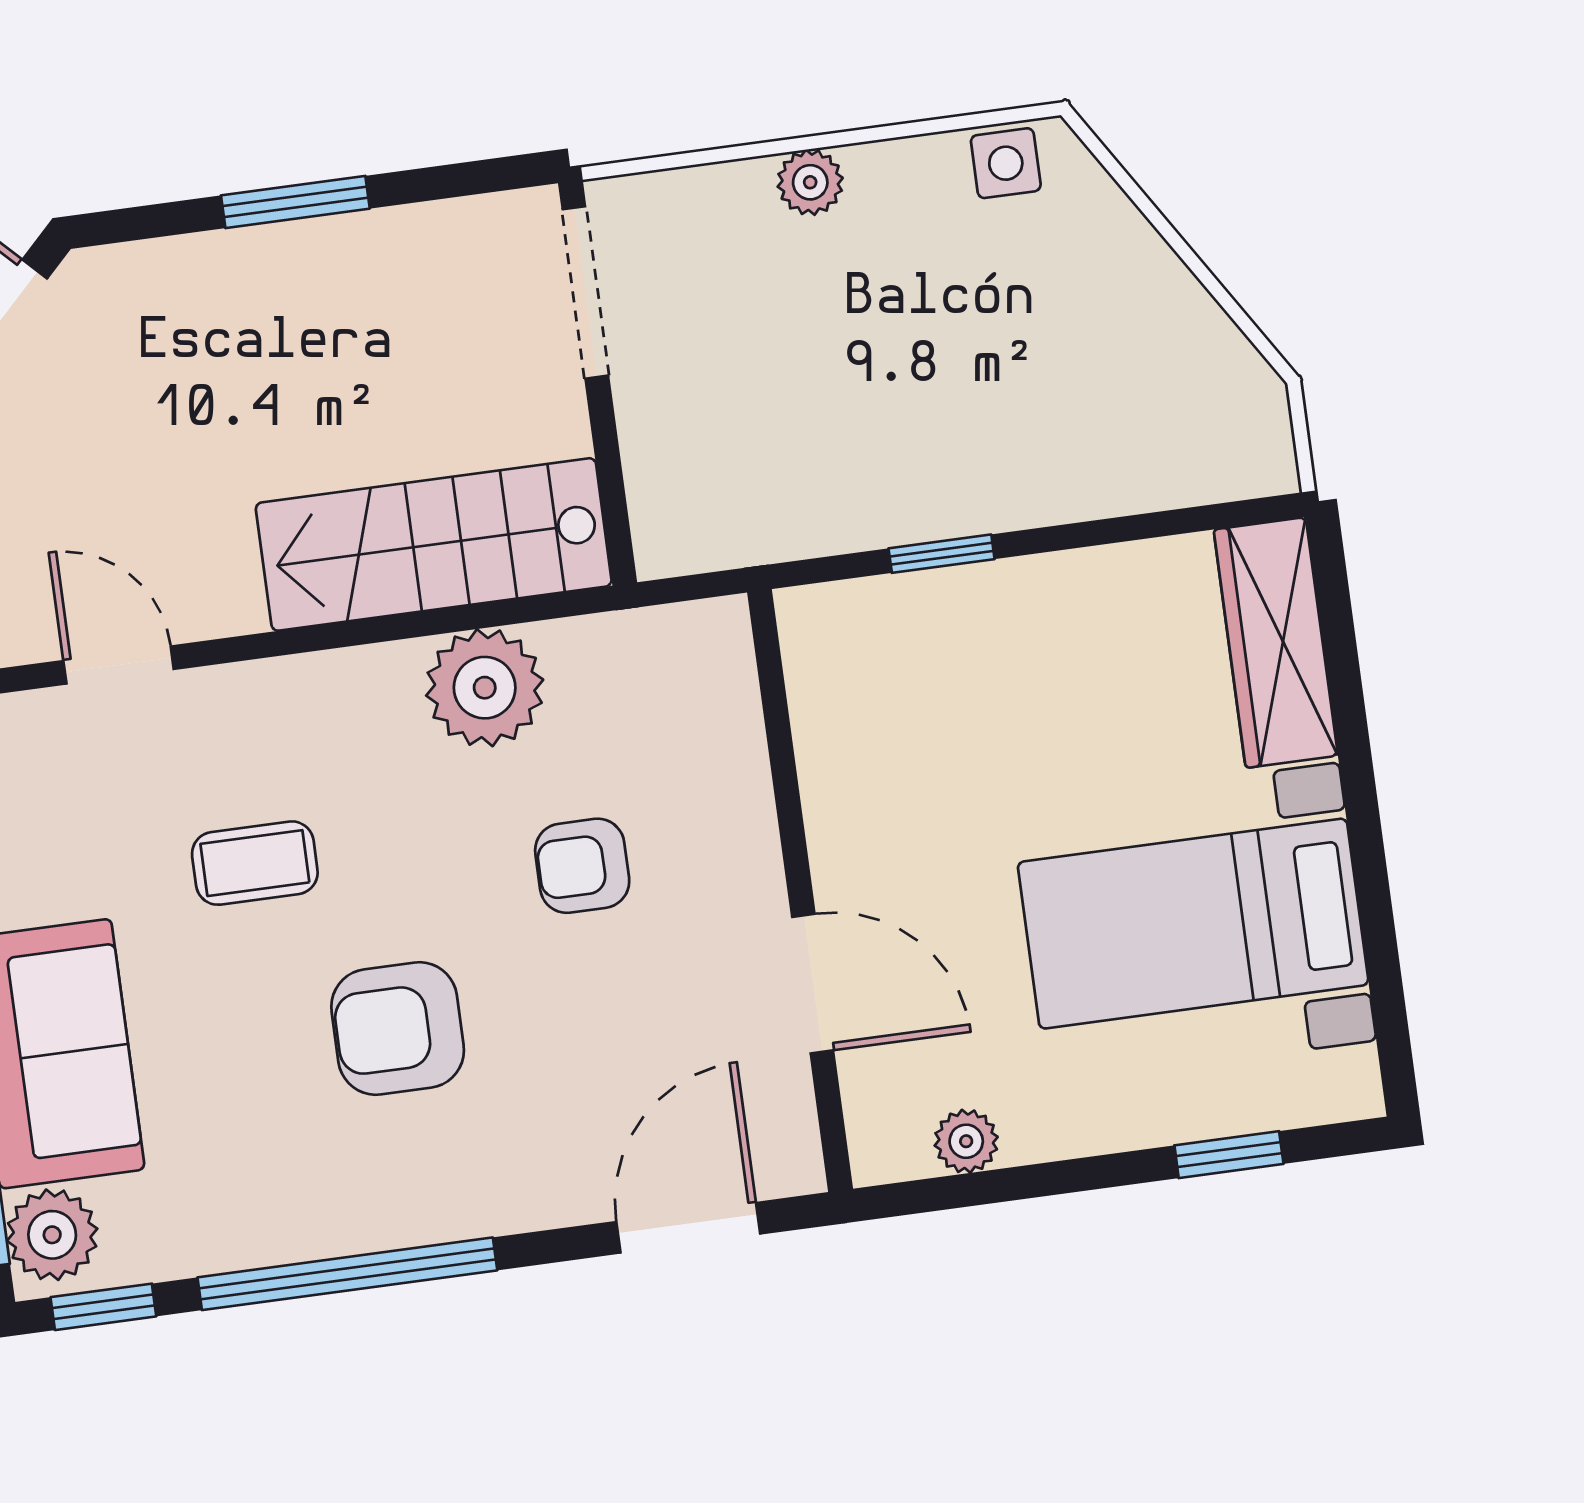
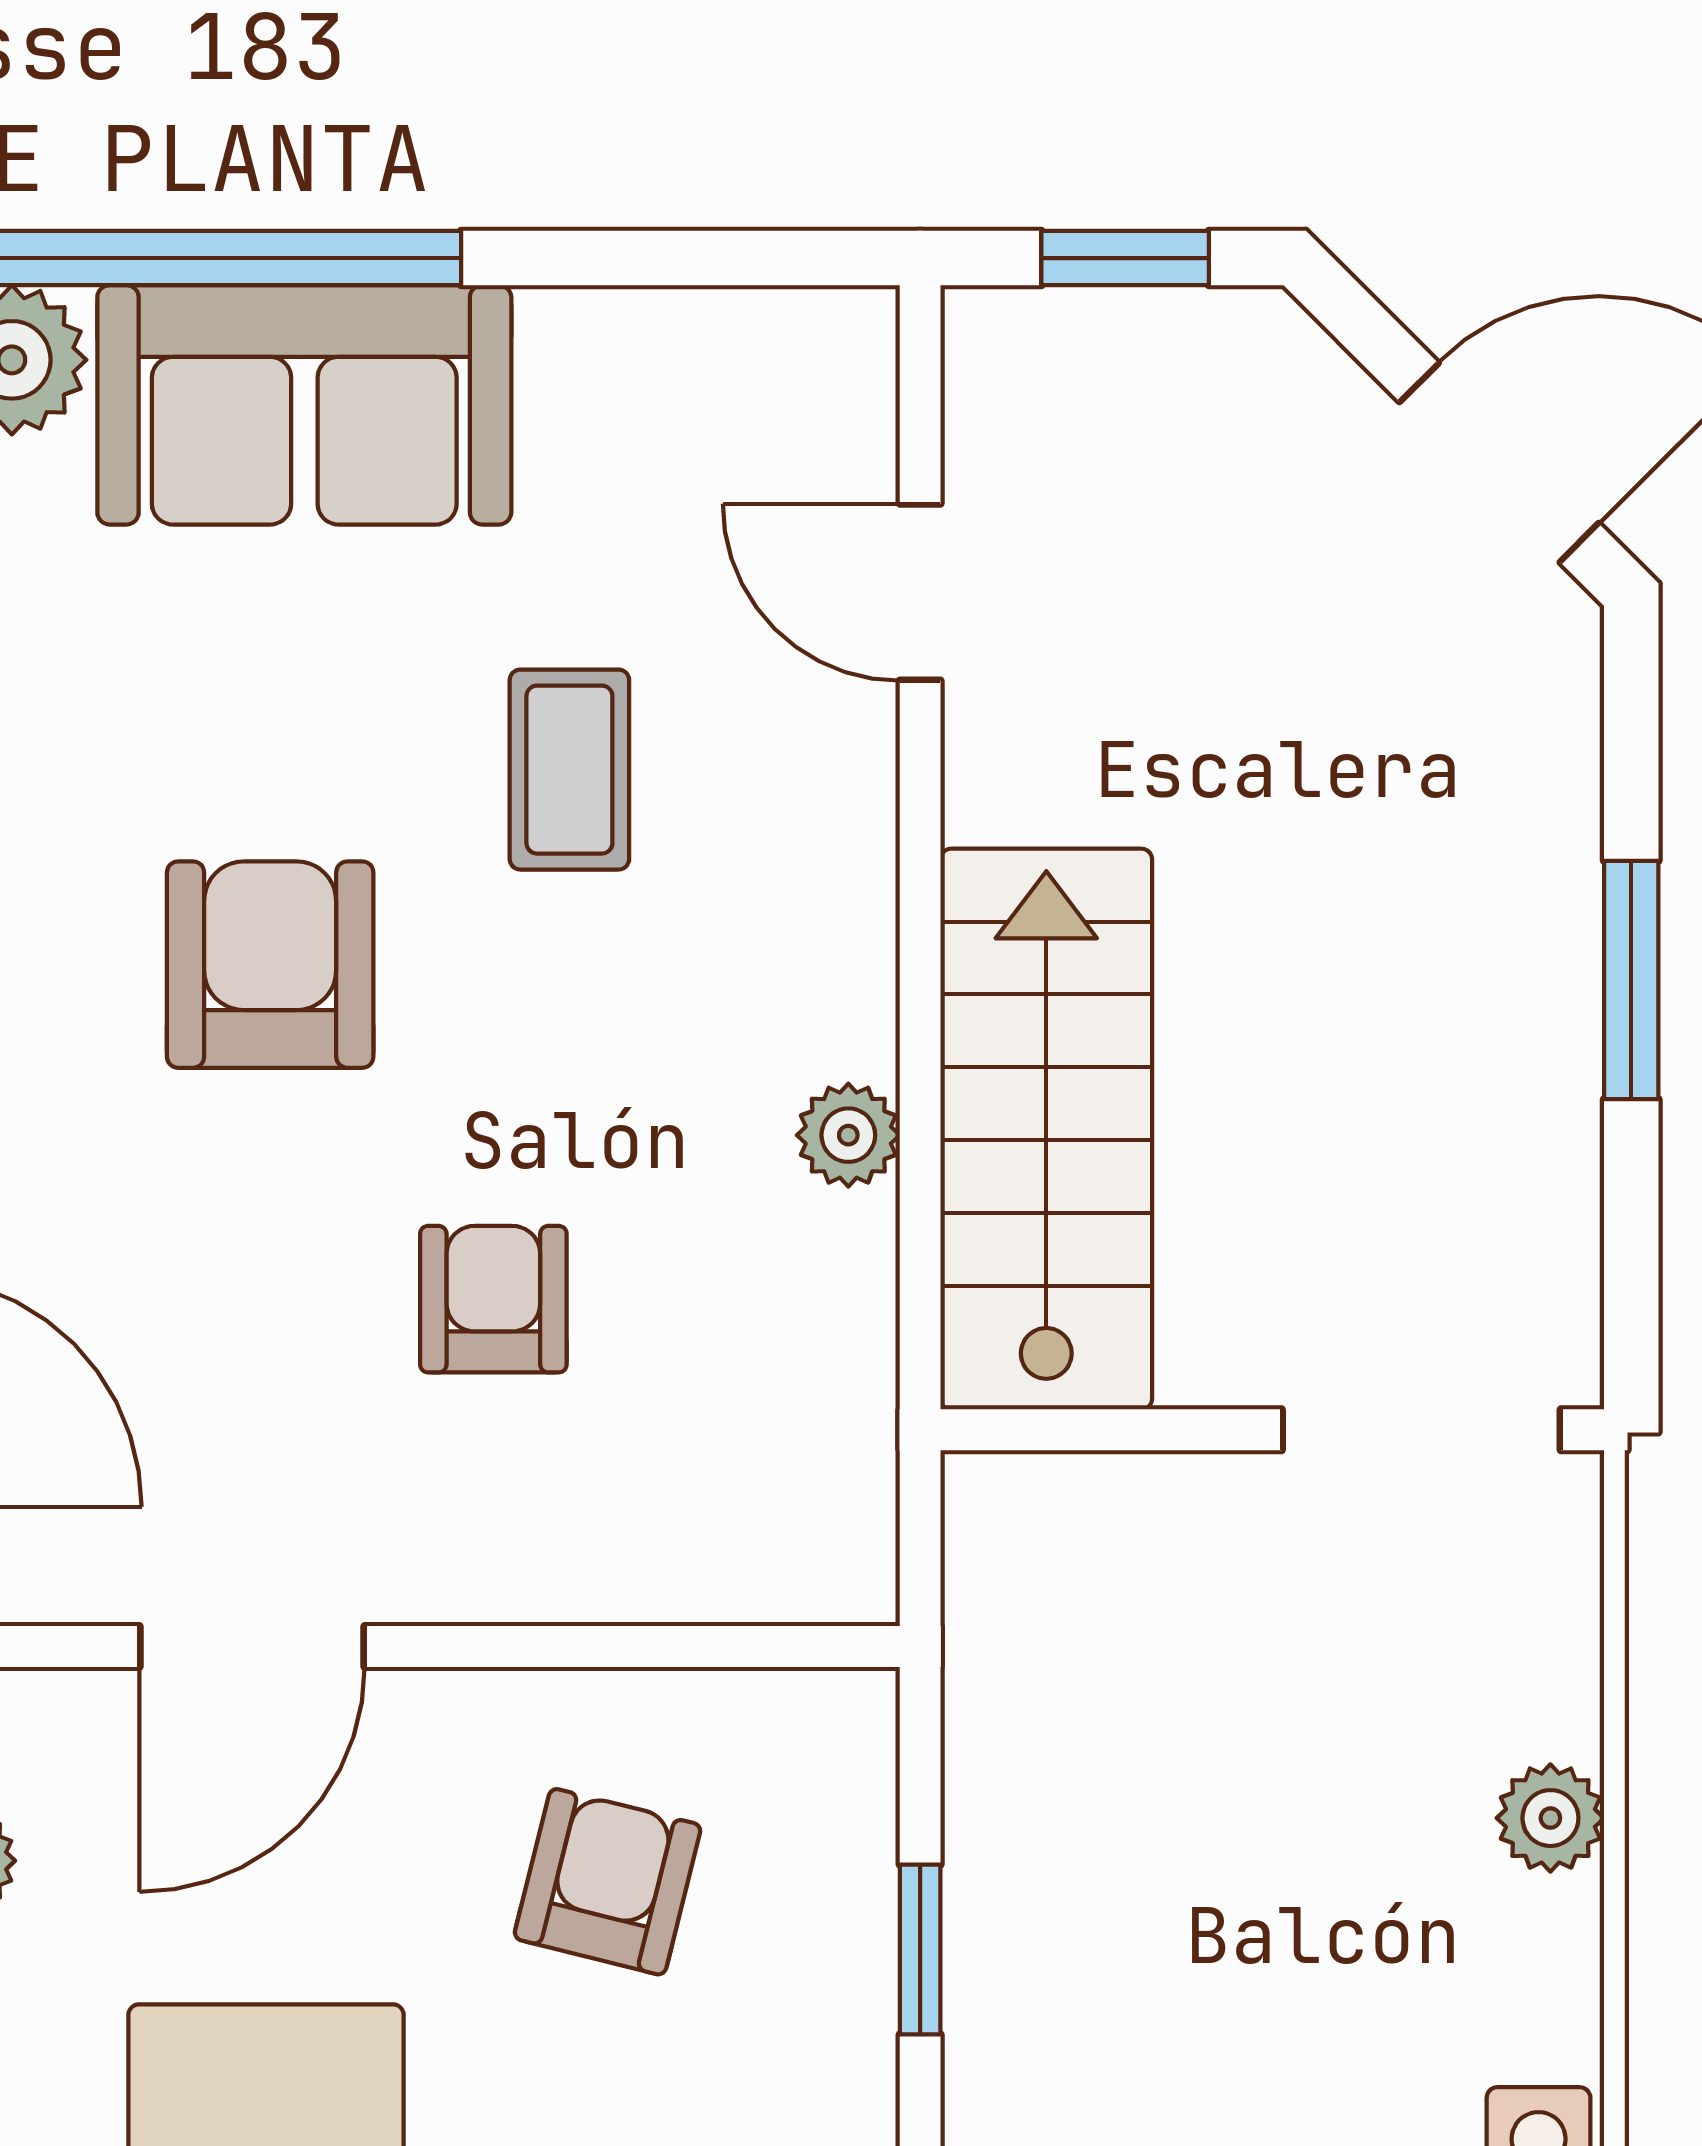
door: (119, 665) -> (920, 592), swing flipped
plant: (485, 688) -> (848, 1135), width x0.53, depth x0.53
armchair: (926, 749) -> (608, 1882), added

